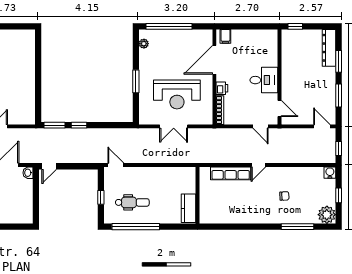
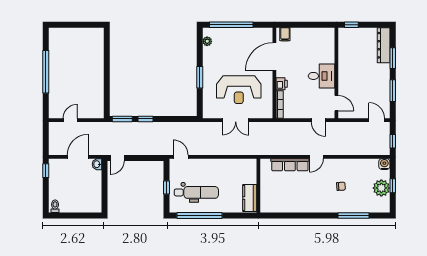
dental chair: (132, 202) -> (196, 192), width x1.36, depth x1.38
plant: (327, 215) -> (381, 188), moved

